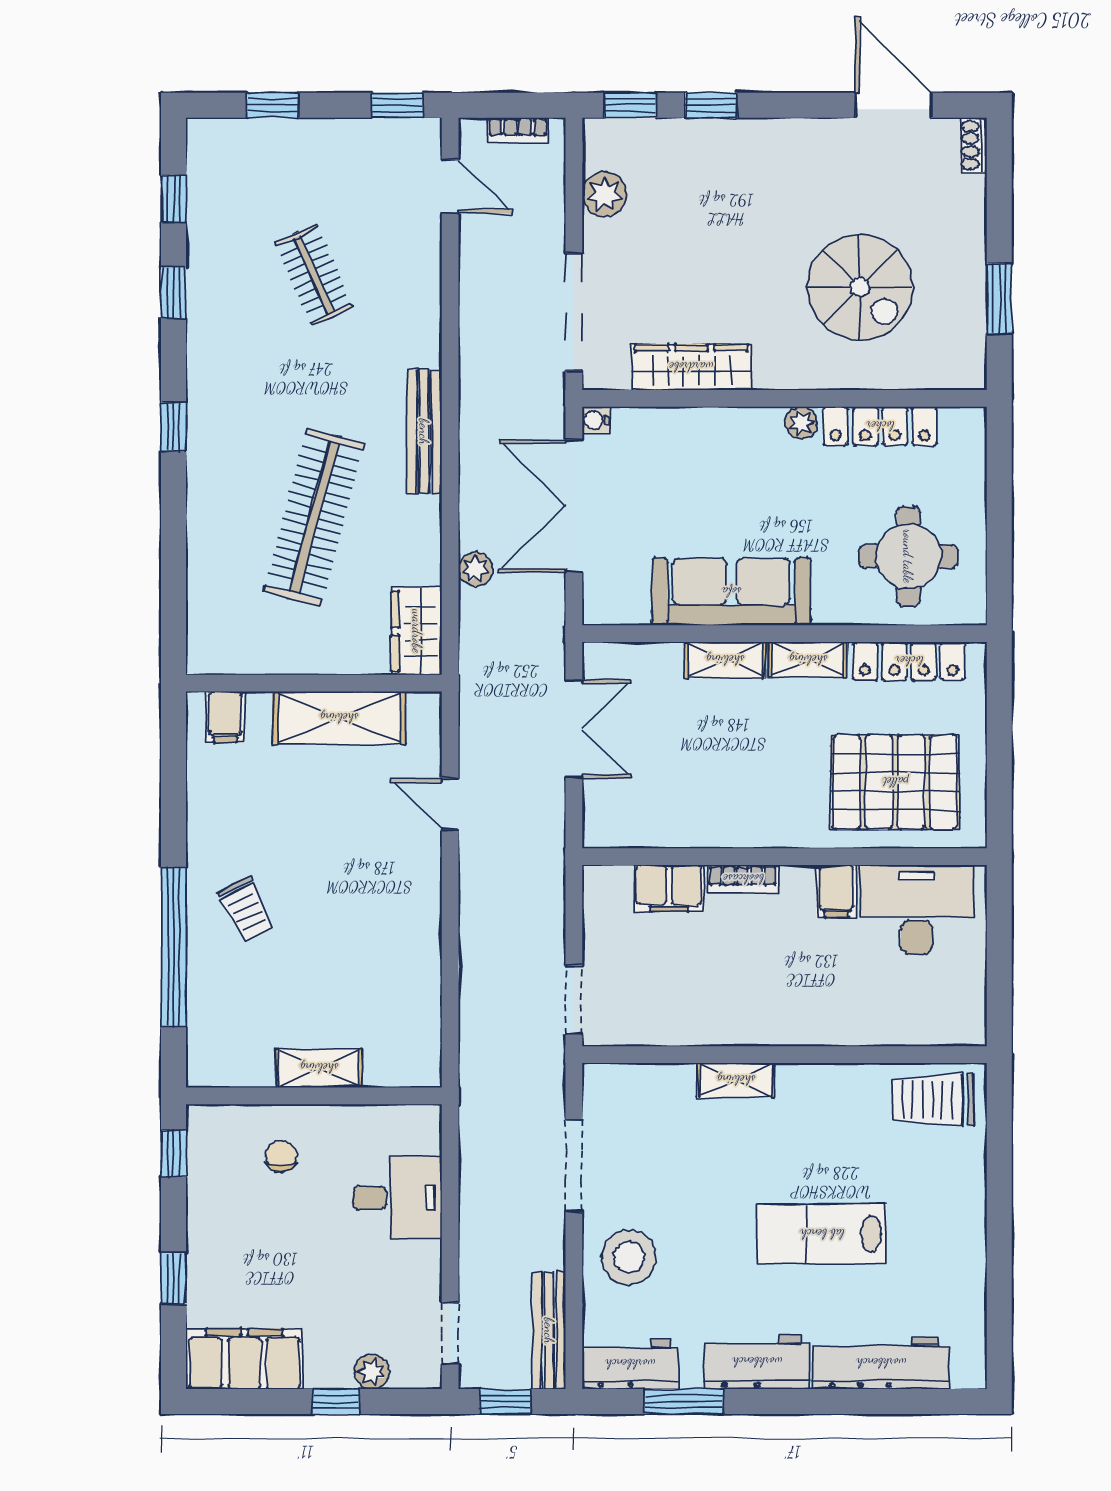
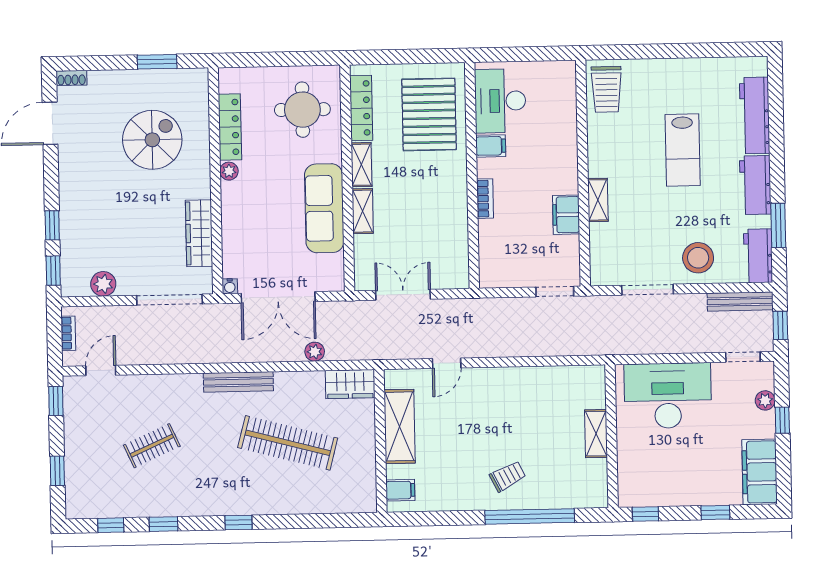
filing cabinet: (669, 888) -> (566, 215), moved, turned 180
chair: (281, 1156) -> (646, 454), removed
desk: (397, 1198) -> (668, 396), width x1.87, depth x1.30

